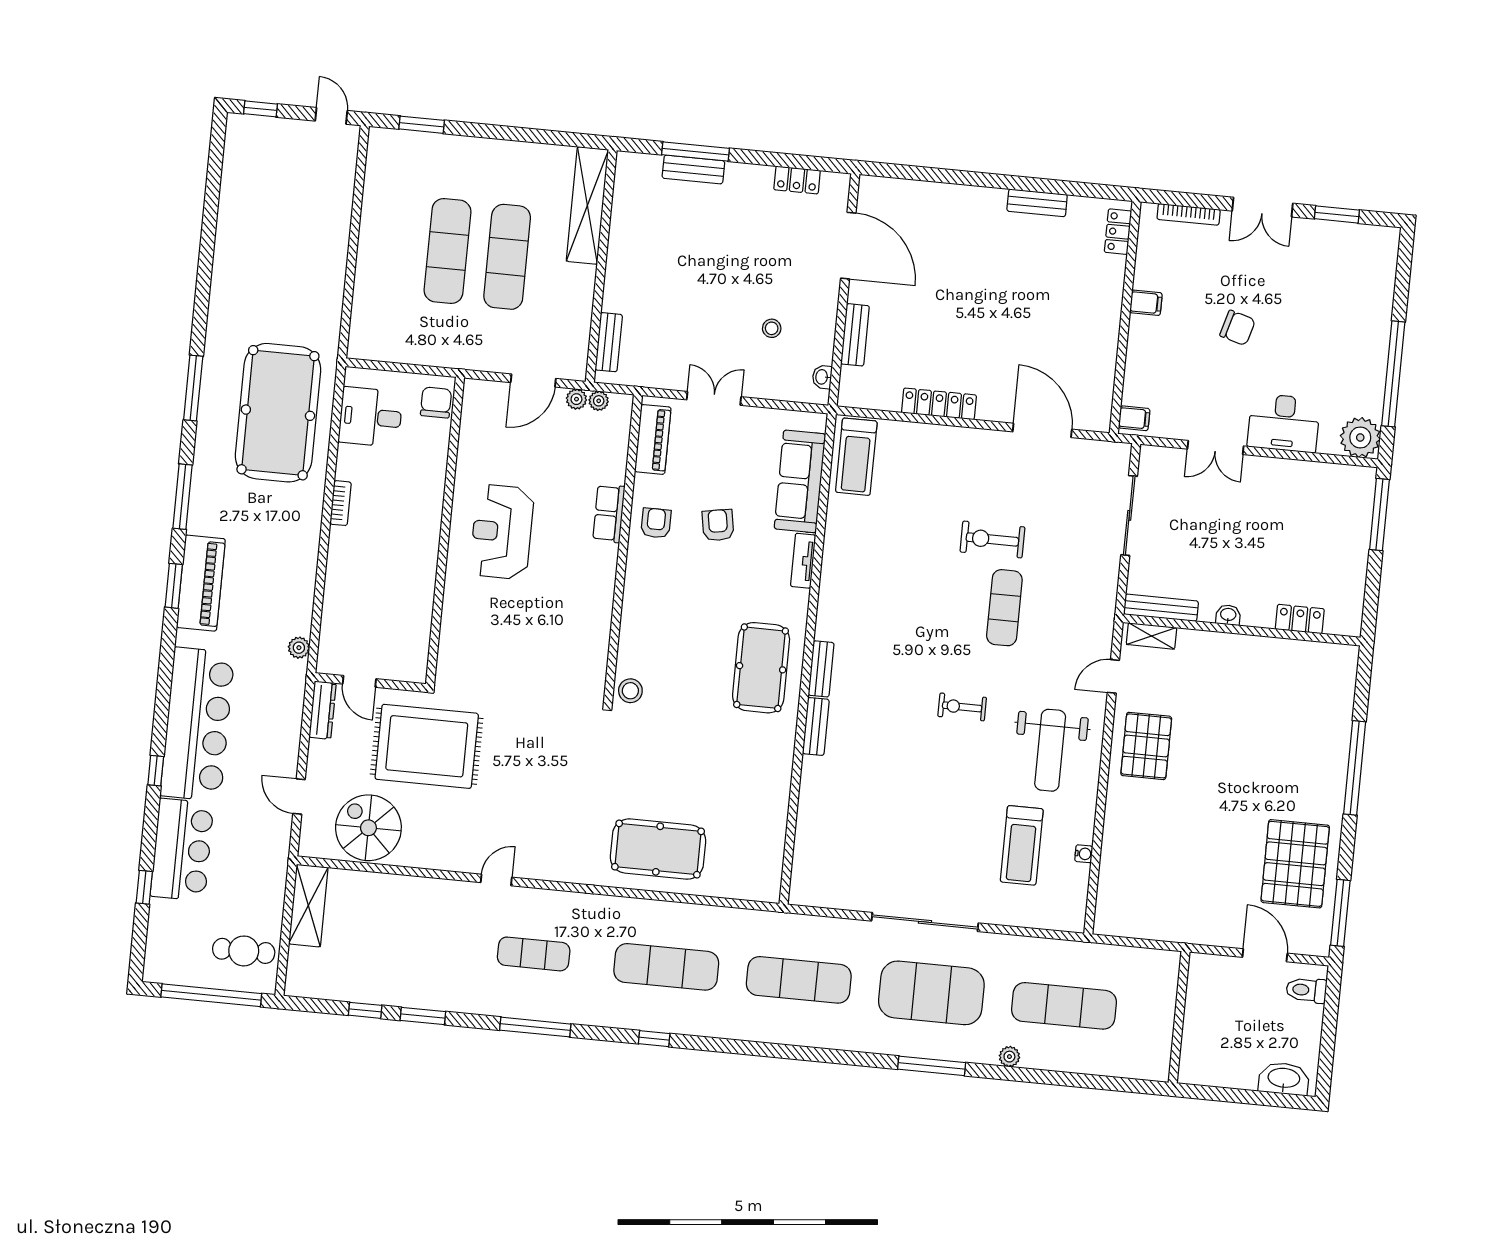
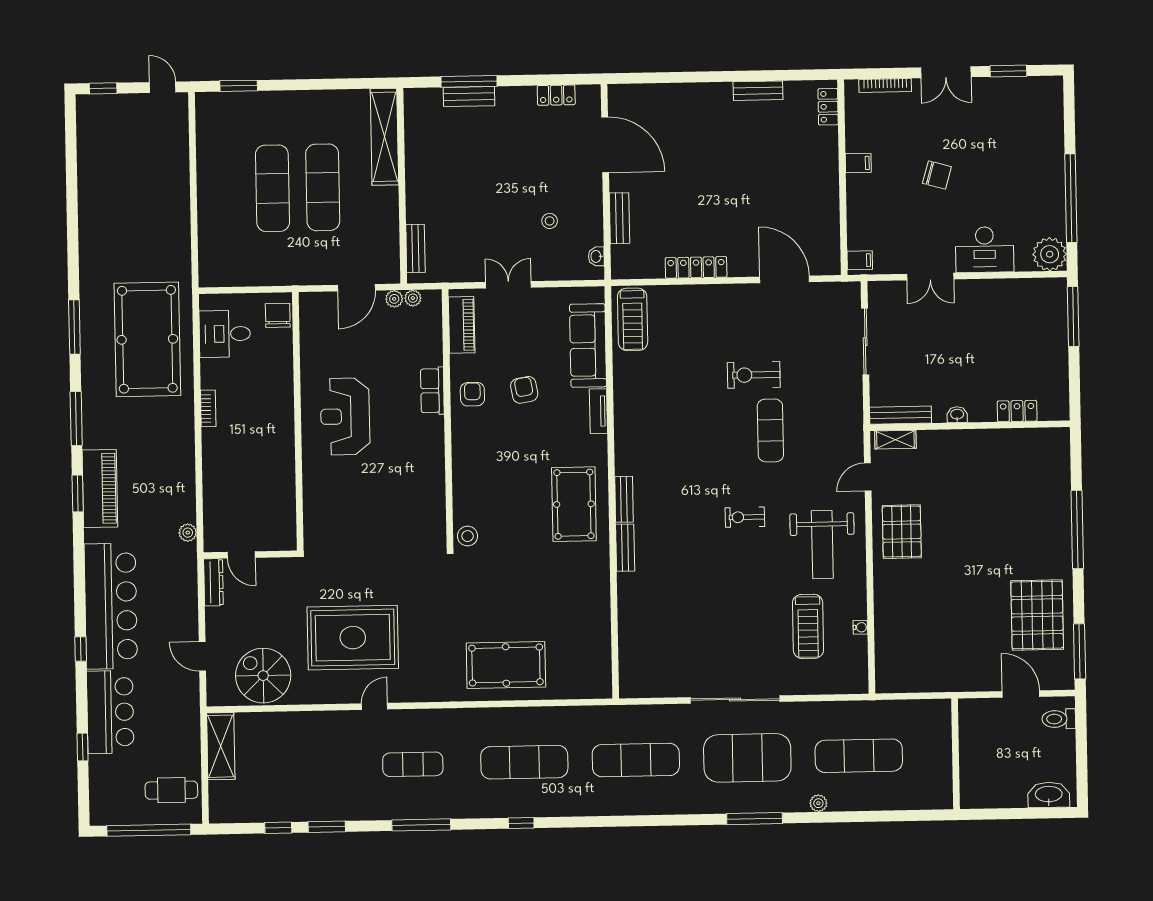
rug: (427, 746) -> (353, 638), moved

